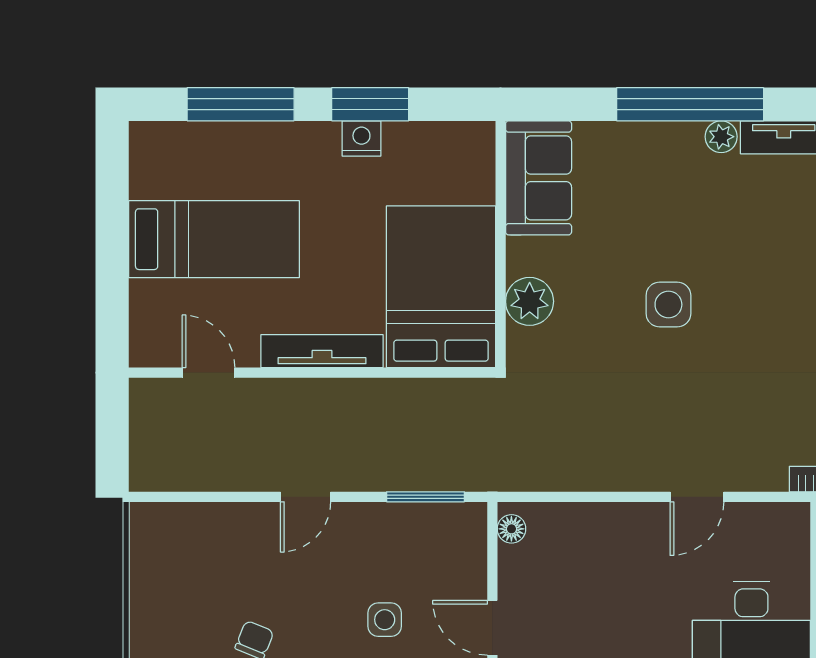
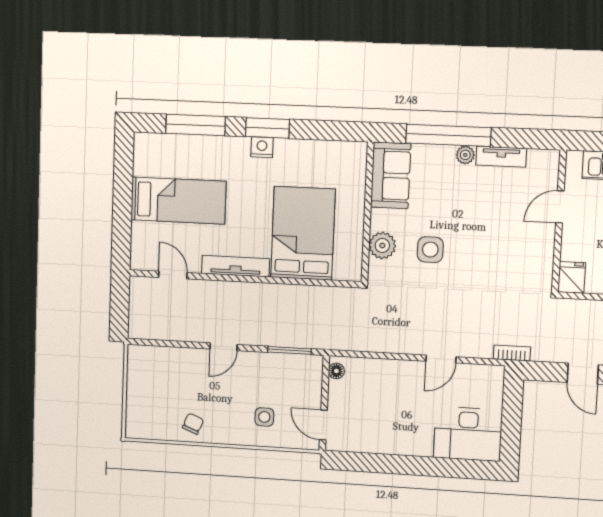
sofa: (539, 178) -> (391, 175), moved
wall: (501, 244) -> (368, 212), moved
plant: (530, 301) -> (382, 246), moved

